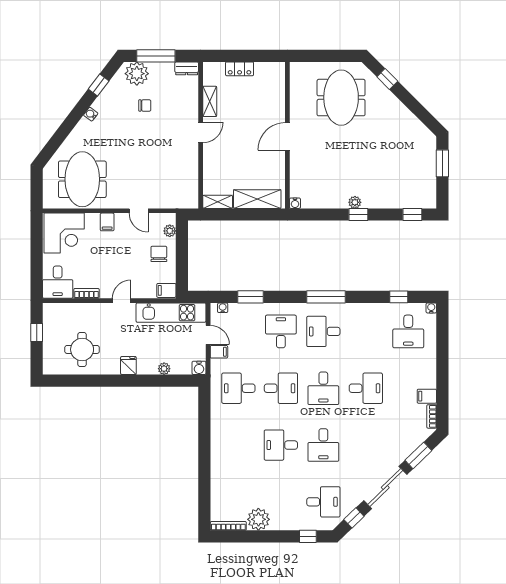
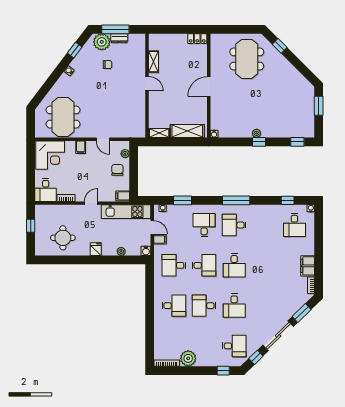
dresser: (187, 68) -> (119, 38), moved
locker: (240, 69) -> (197, 39), moved
door: (201, 132) -> (147, 84), hinge flipped
desk: (366, 388) -> (174, 306), moved
filing cabinet: (427, 396) -> (308, 266), width x2.00

